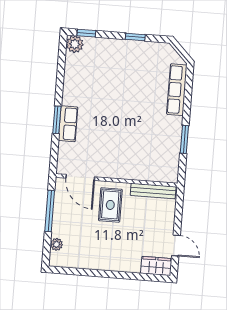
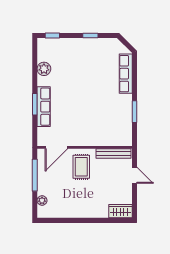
plant: (75, 44) -> (44, 69), moved
row of seats: (68, 124) -> (44, 107), width x1.48
door: (80, 177) -> (56, 147), hinge flipped
door: (176, 246) -> (134, 175), moved

